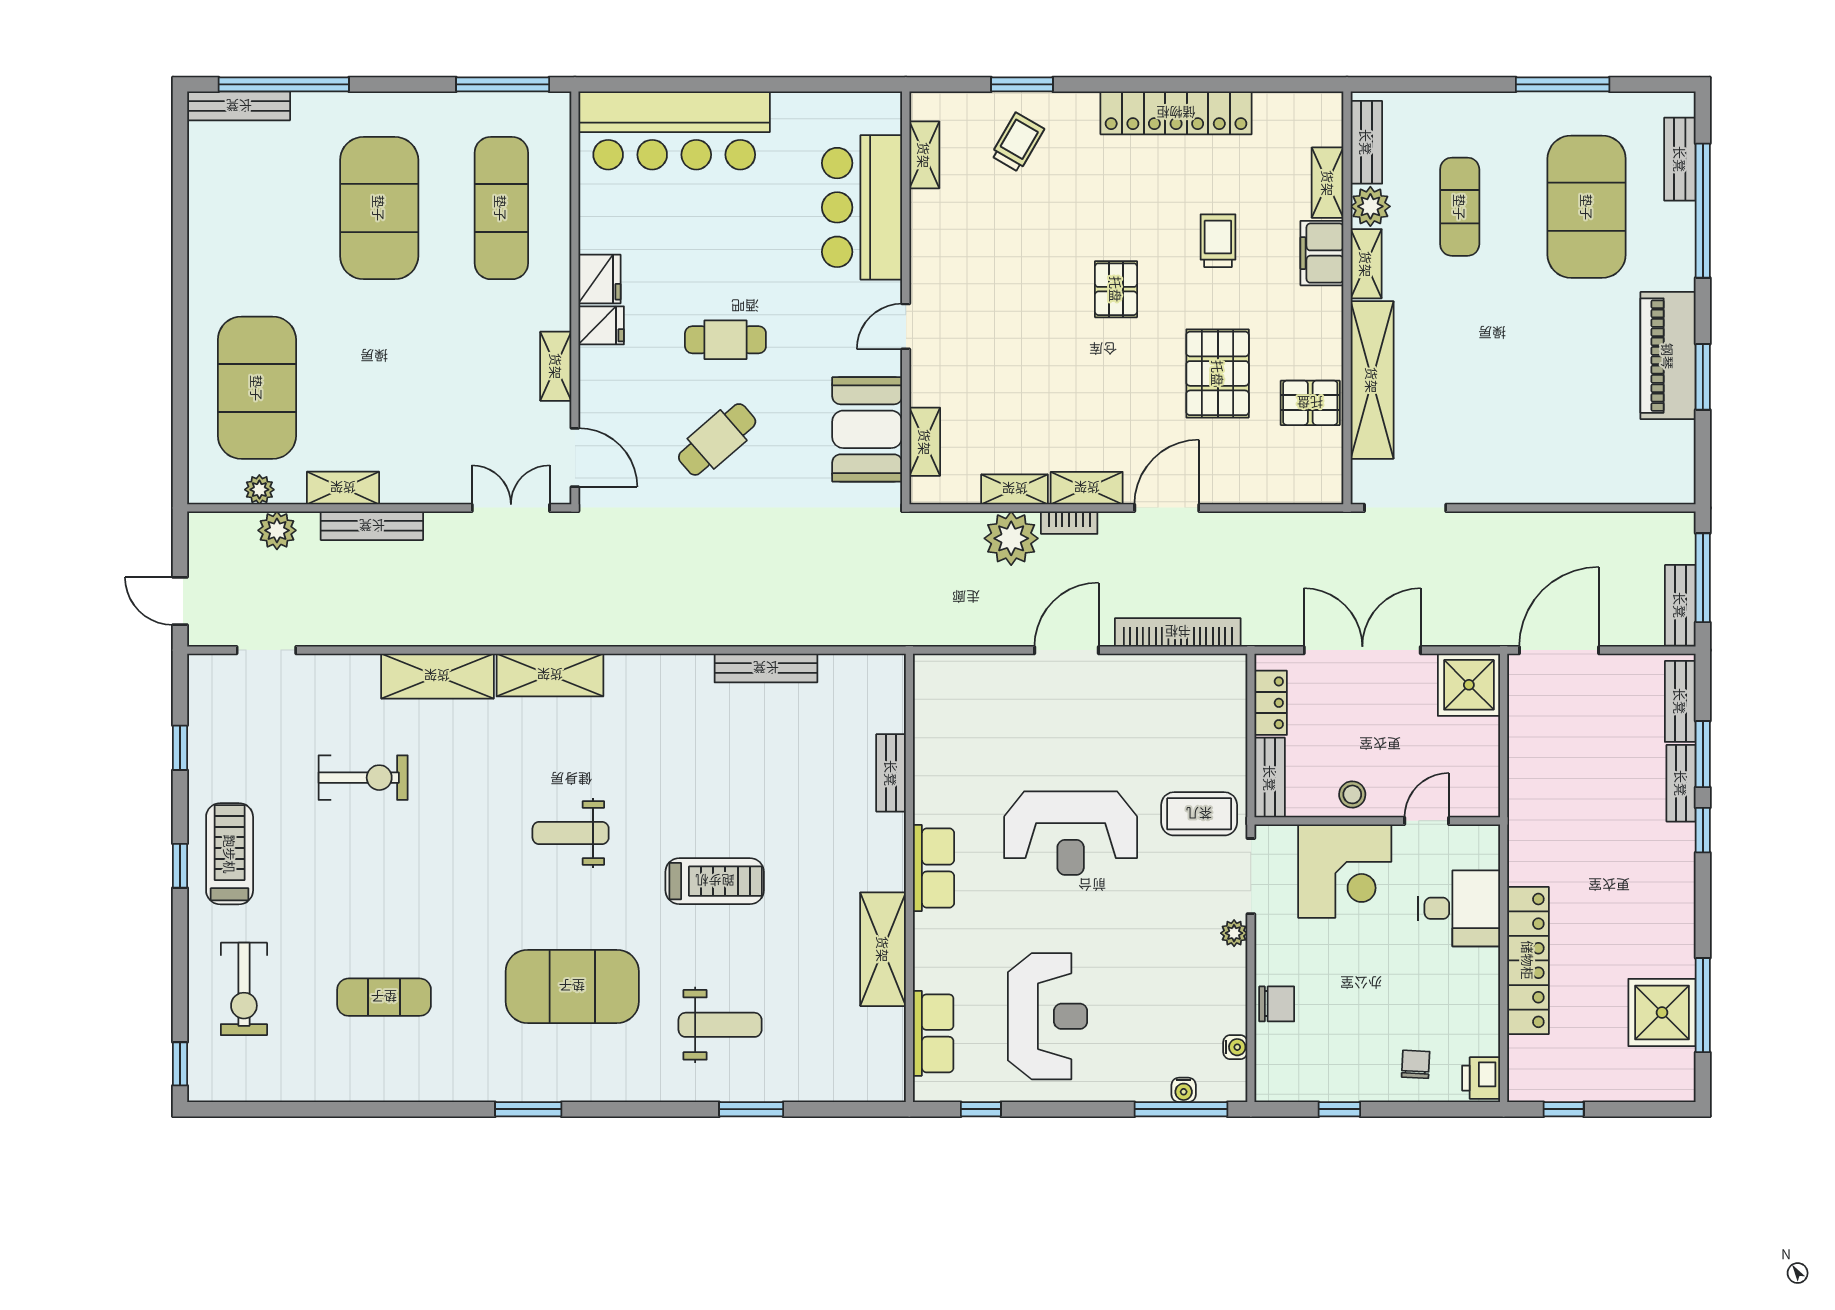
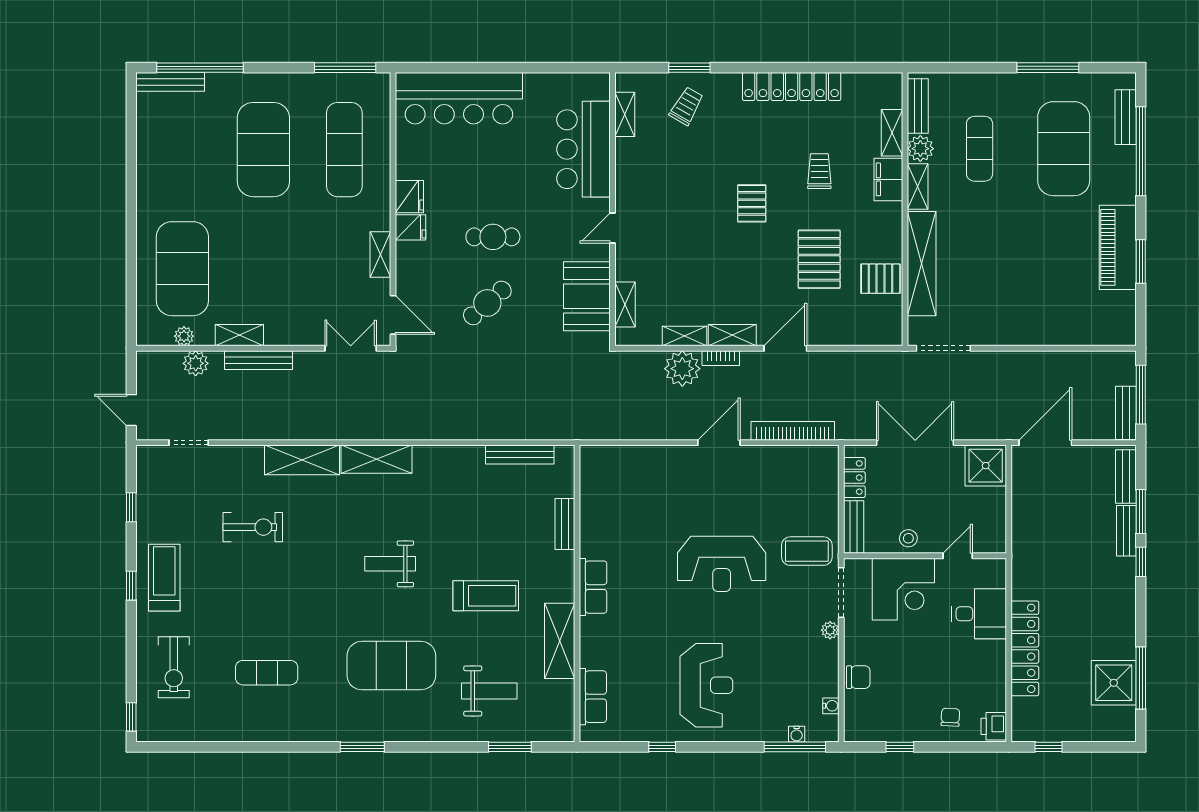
bench: (891, 773) -> (565, 524), moved
row of seats: (933, 868) -> (593, 587), moved
wall: (909, 878) -> (577, 594), moved
shelving: (883, 949) -> (560, 641), moved
row of seats: (933, 1033) -> (593, 697), moved

